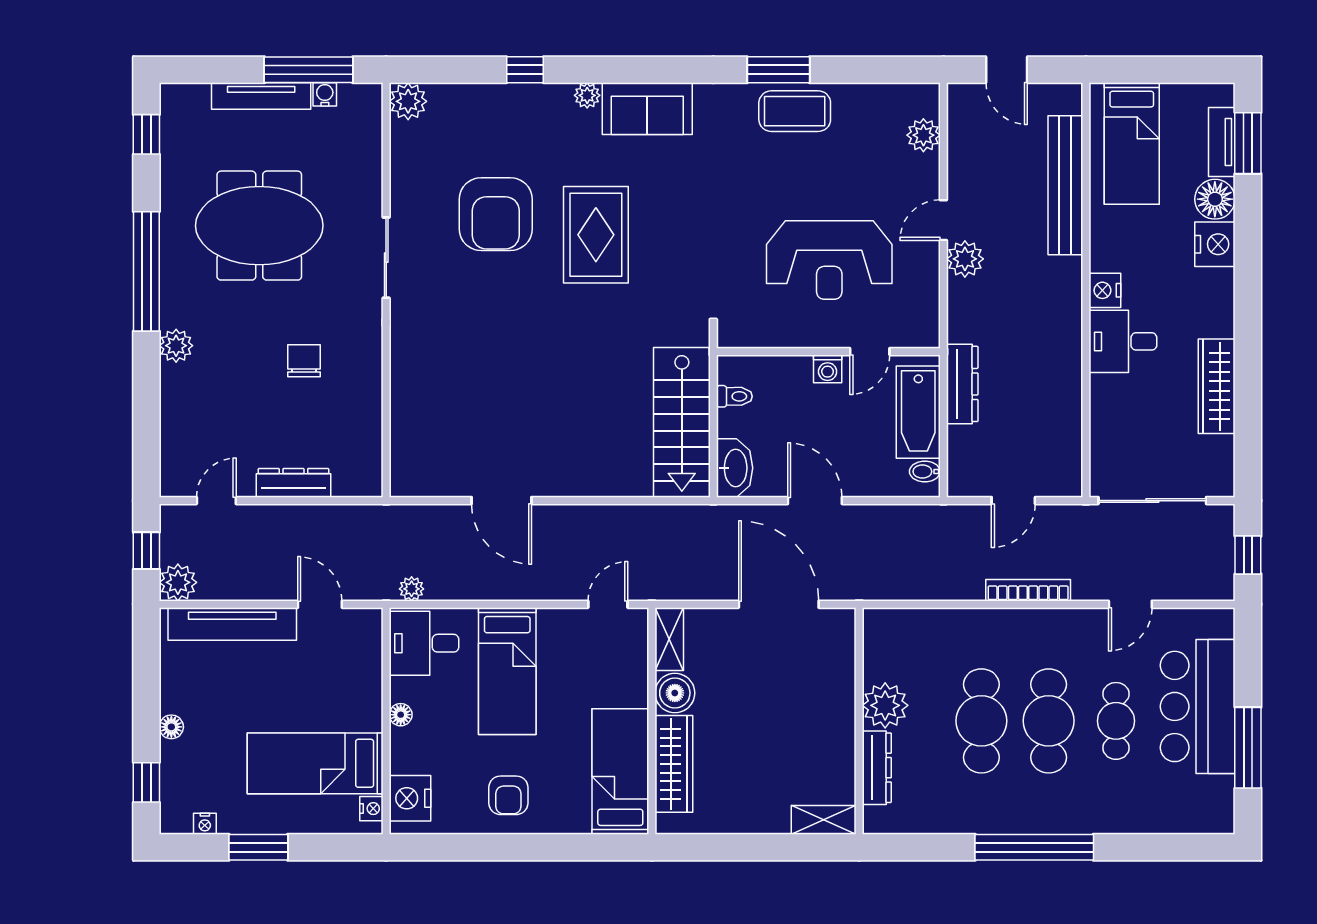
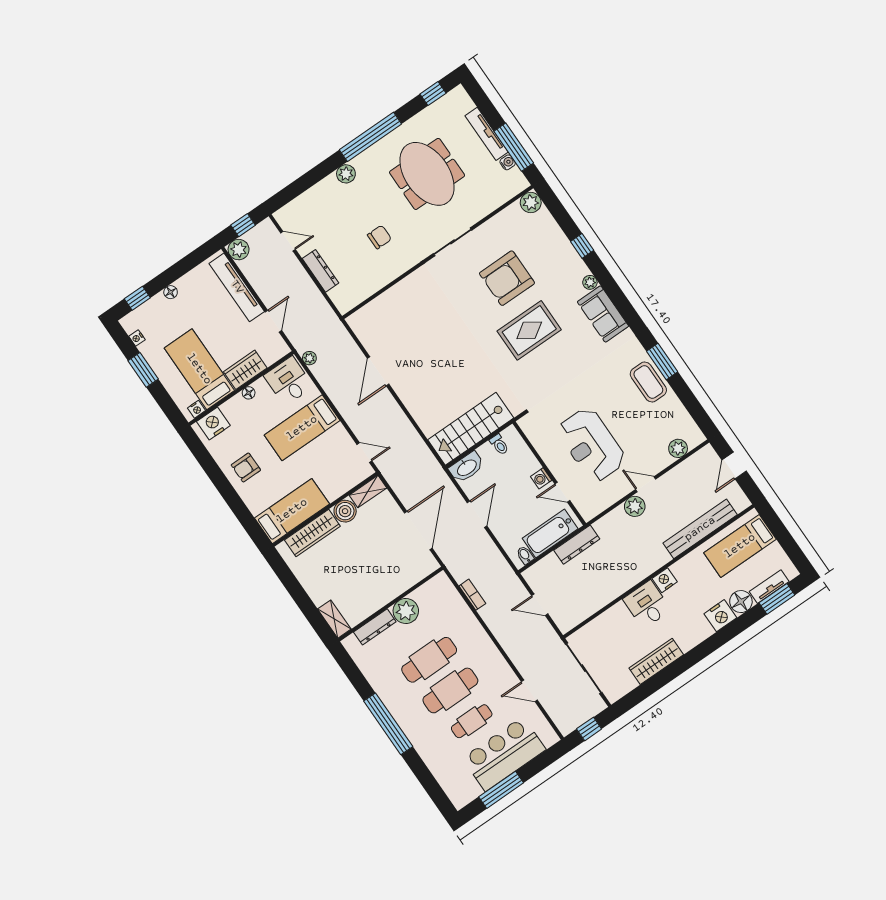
bookcase: (1028, 590) -> (472, 595), moved, width x0.64
wardrobe: (363, 696) -> (245, 370), added

